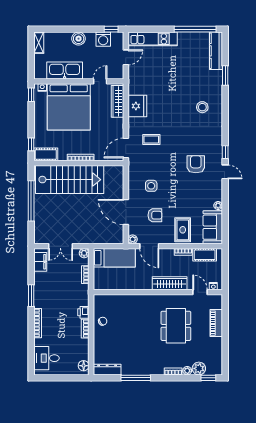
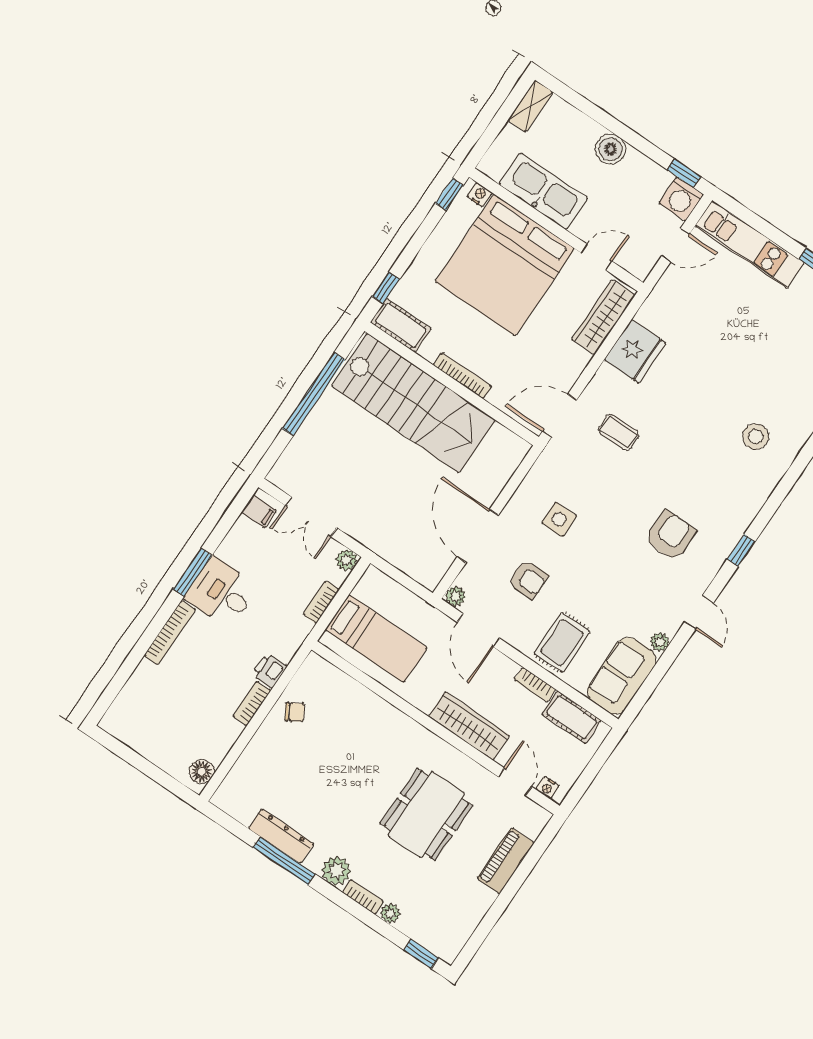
washing machine: (103, 39) -> (681, 199), moved
door: (225, 172) -> (699, 612), moved
bed: (114, 258) -> (376, 639), moved
filing cabinet: (40, 262) -> (259, 511), width x0.50
desk: (47, 358) -> (221, 592), moved
plant: (199, 368) -> (336, 871), moved
dresser: (107, 370) -> (281, 836), moved

